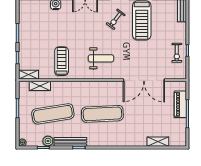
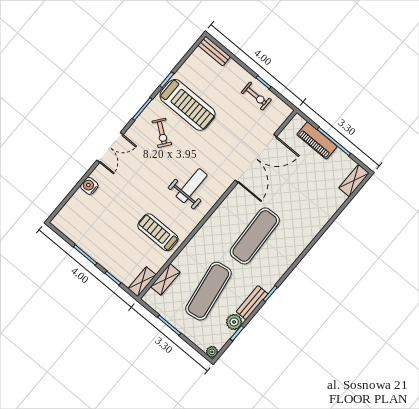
bench: (70, 142) -> (252, 303), width x0.73
shelving: (158, 142) -> (354, 181), moved

